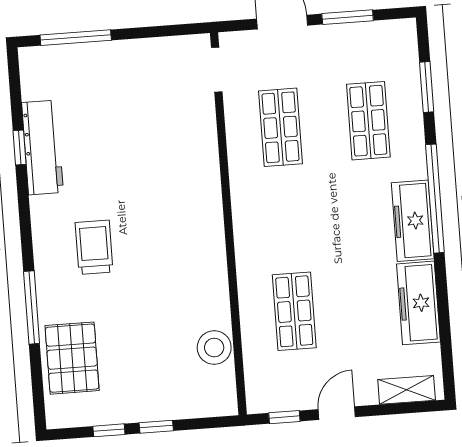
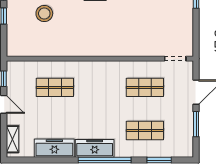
stool: (214, 348) -> (44, 13), moved

